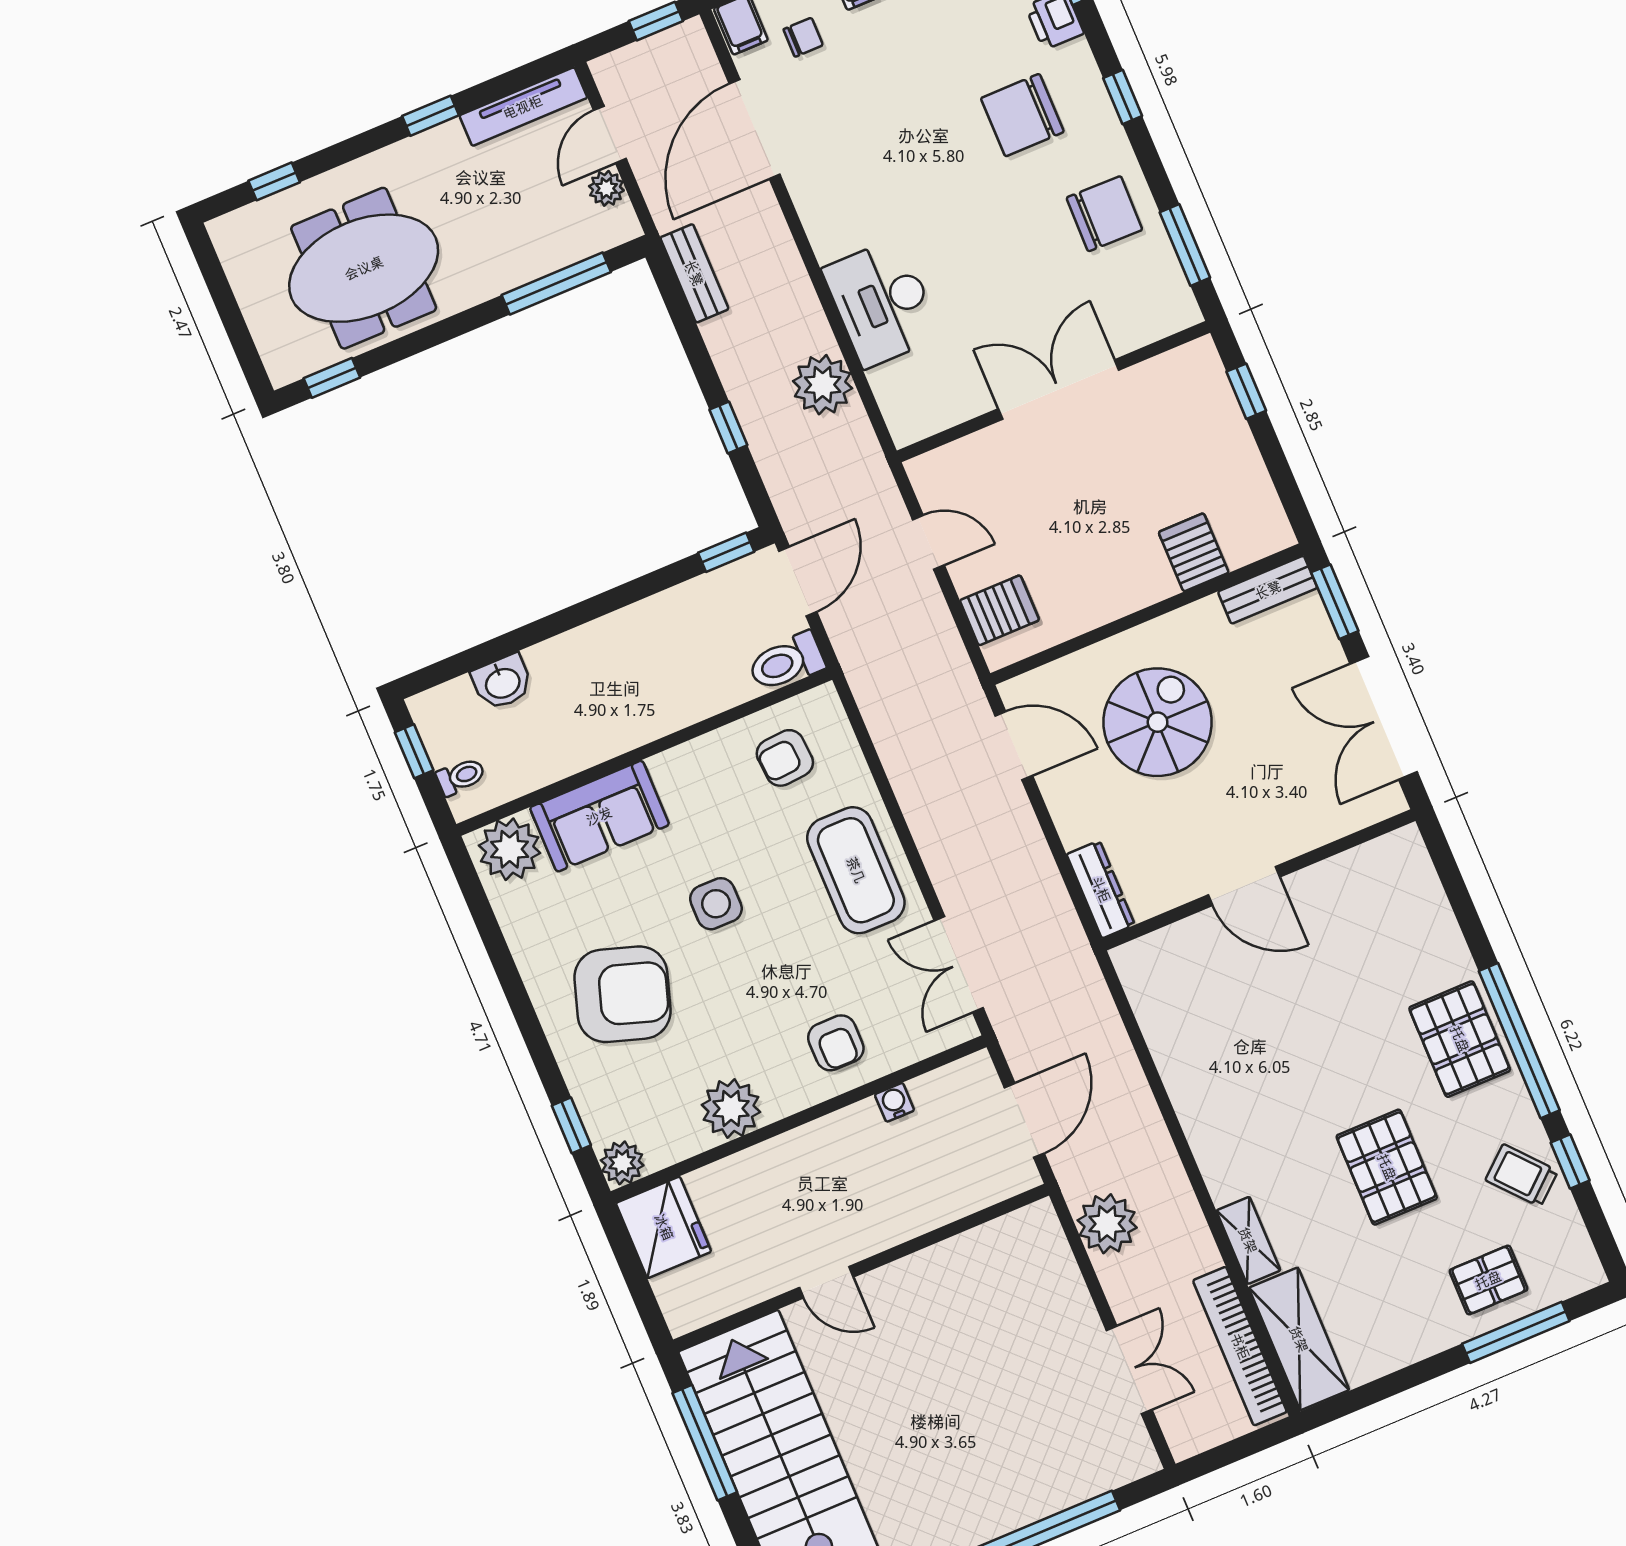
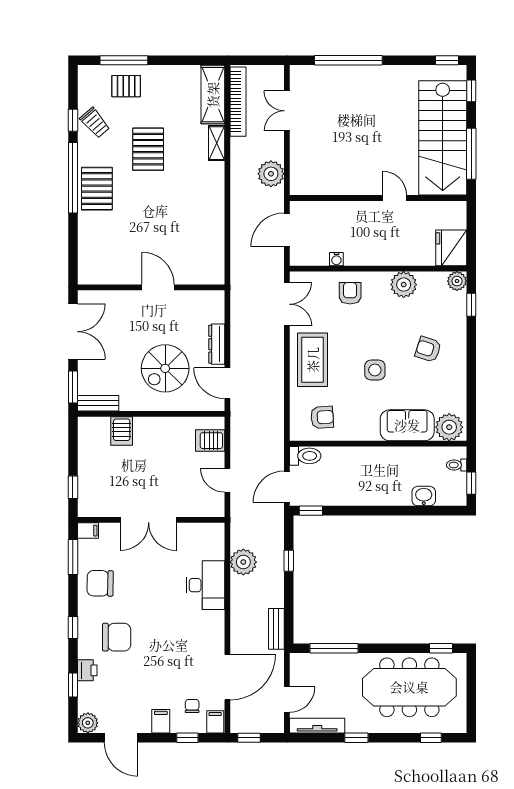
chair: (803, 37) -> (192, 706), turned 90
plant: (606, 188) -> (297, 678), removed
meeting table: (364, 268) -> (409, 687), width x1.36
filing cabinet: (1176, 314) -> (88, 531), added
dresser: (1101, 889) -> (217, 344), moved
armchair: (622, 994) -> (428, 349), width x0.53, depth x0.53

